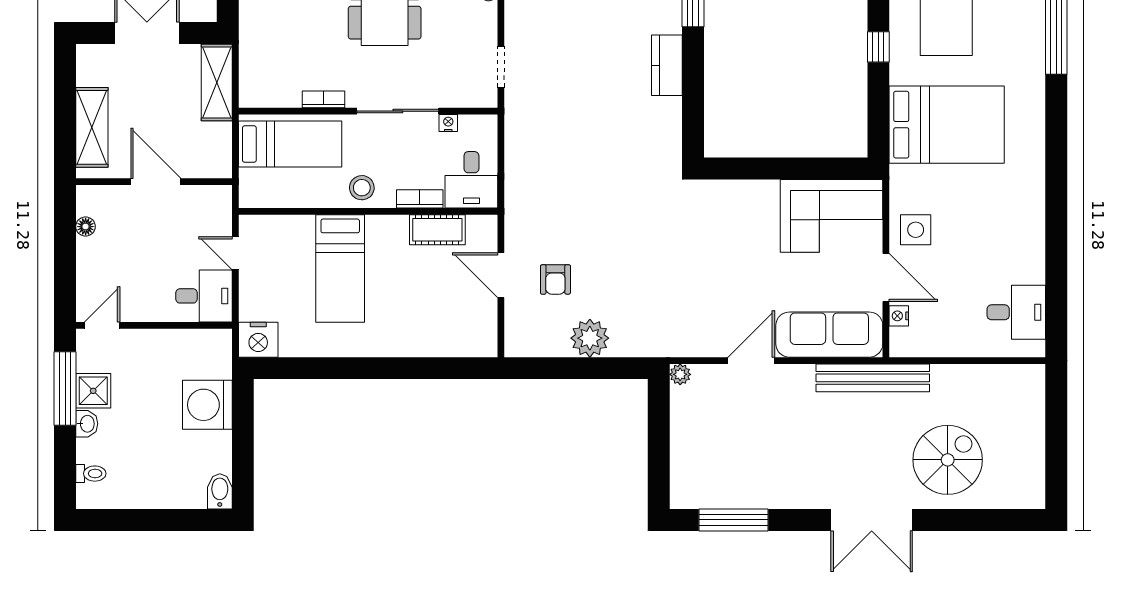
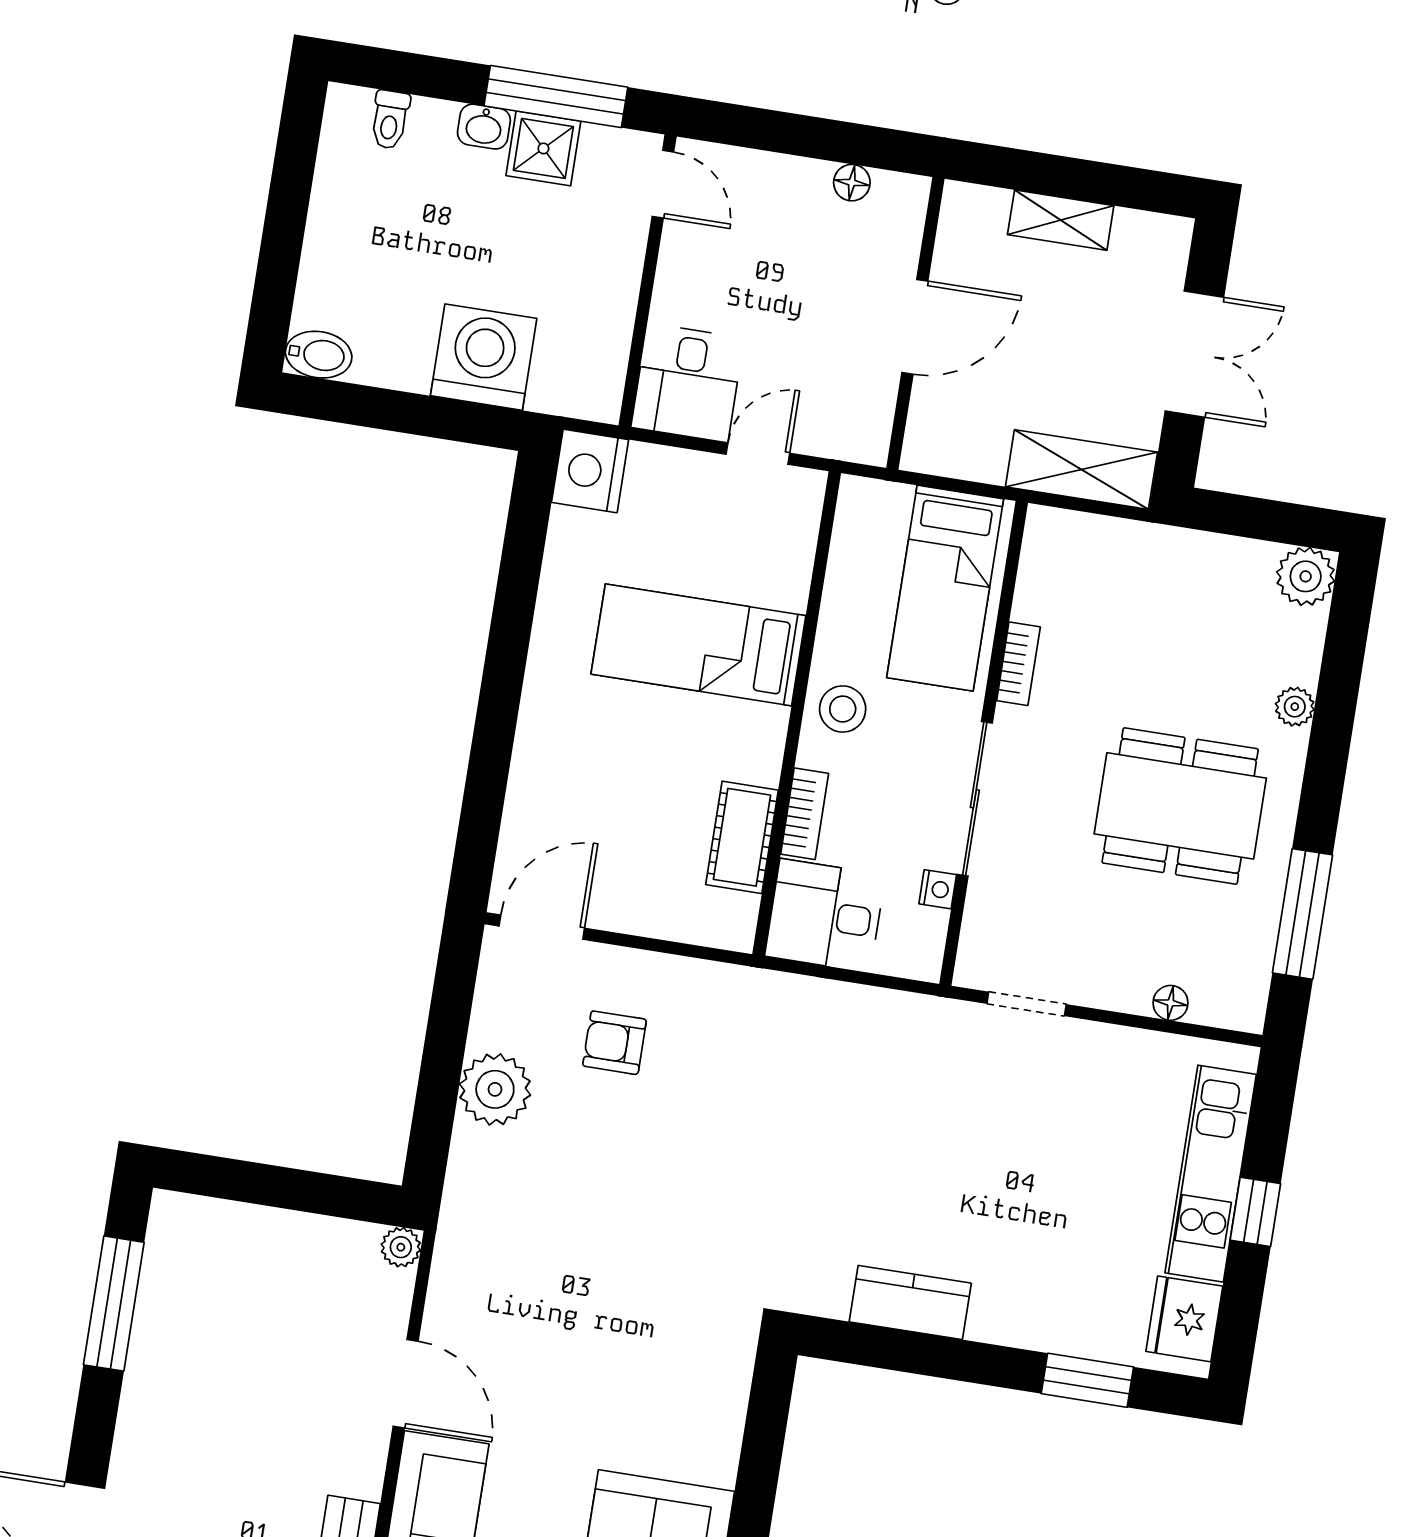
kitchen counter: (667, 65) -> (910, 1302), moved
shelving: (92, 127) -> (1061, 220), width x0.67, depth x0.75
door: (501, 275) -> (542, 927), moved

